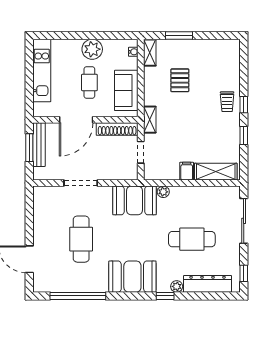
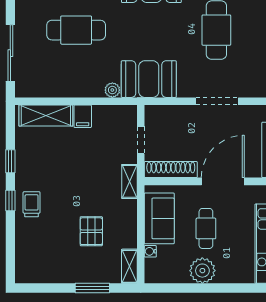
water cooler: (133, 52) -> (150, 251), moved

